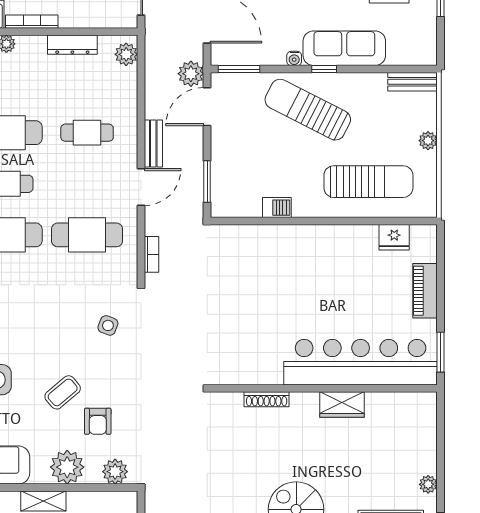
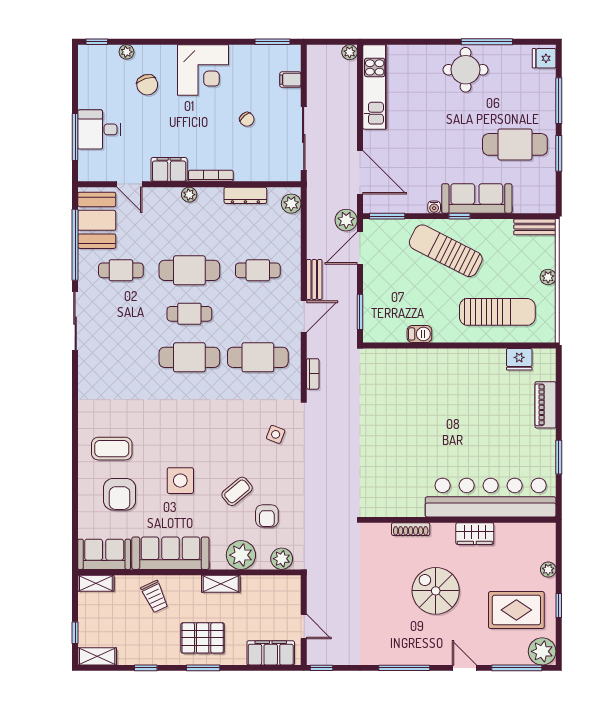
bar counter: (361, 362) -> (491, 498), moved
wall: (324, 388) -> (459, 520), moved
shoe rack: (267, 399) -> (411, 529), moved
wardrobe: (342, 405) -> (475, 534), moved

